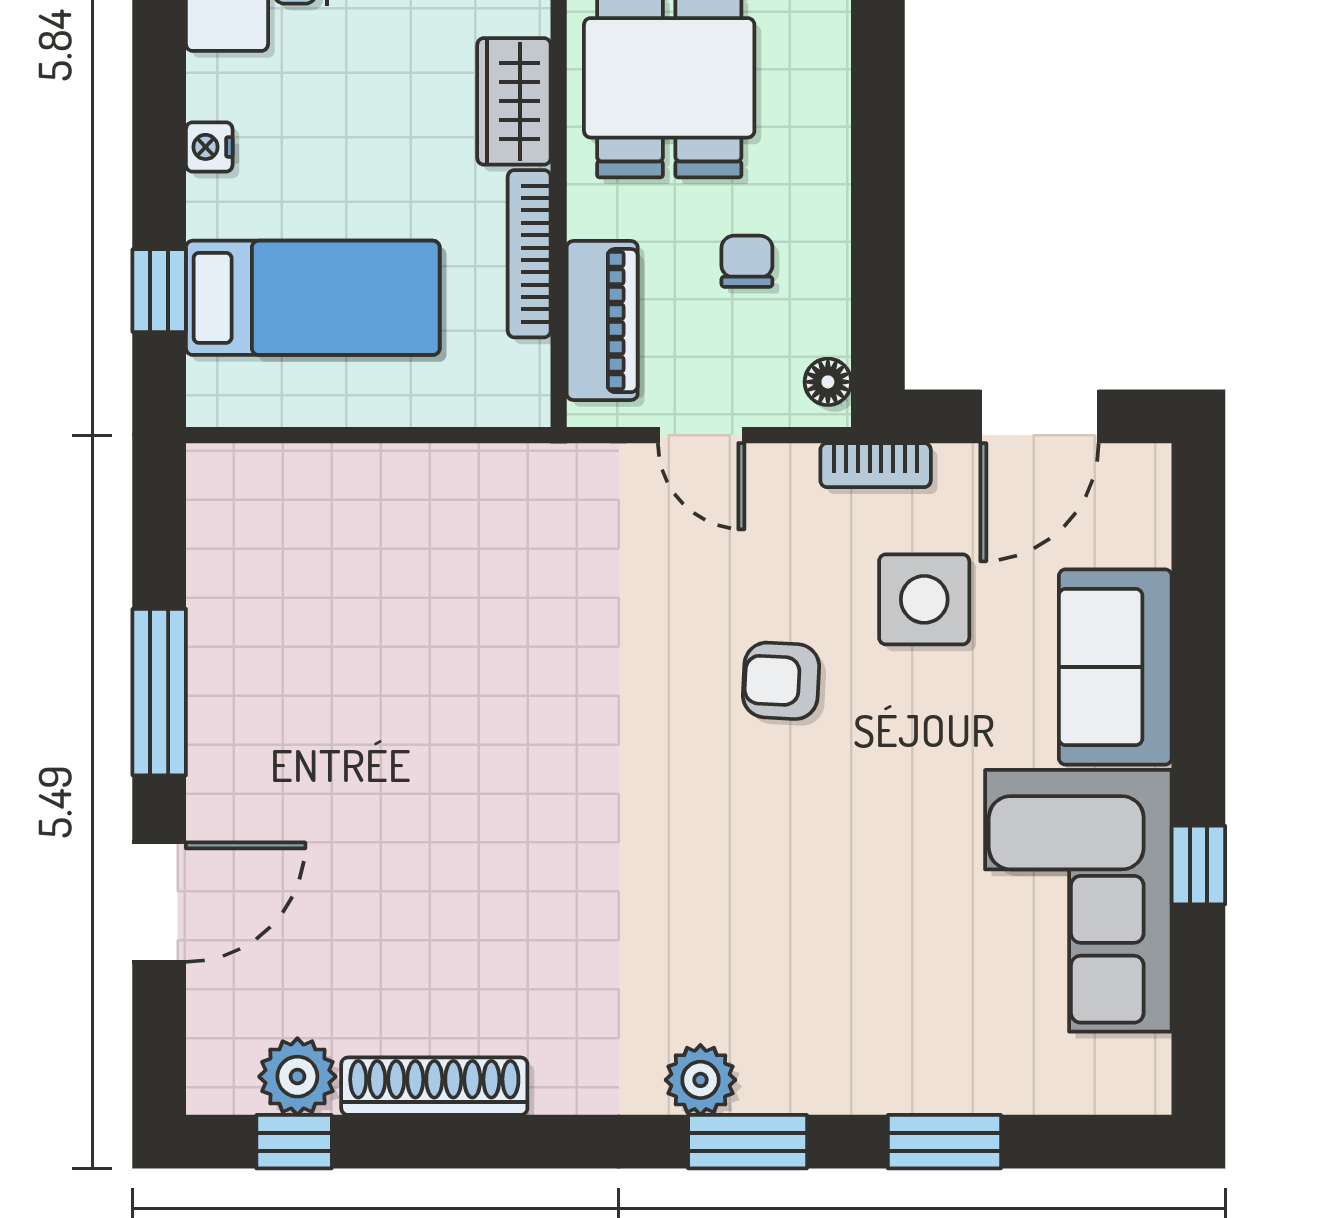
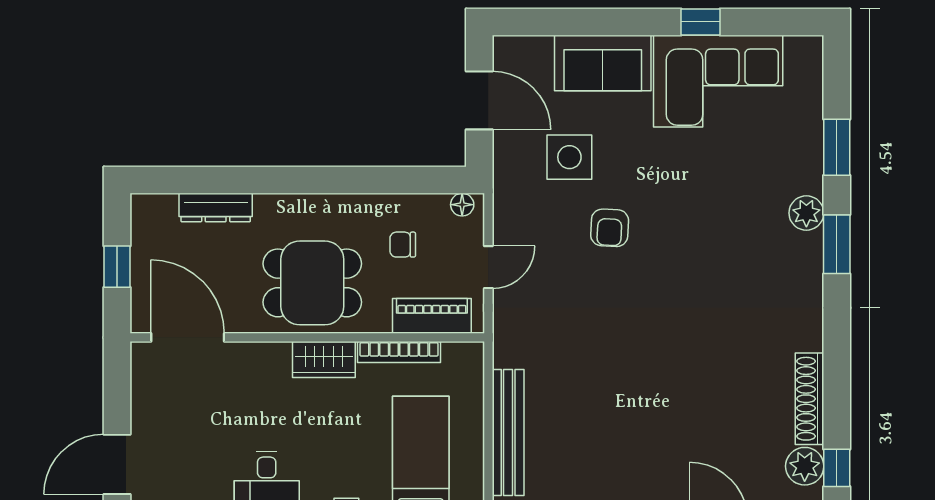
bookcase: (876, 465) -> (503, 181), removed
bench: (366, 475) -> (508, 433), added
plant: (700, 1080) -> (806, 213), moved

